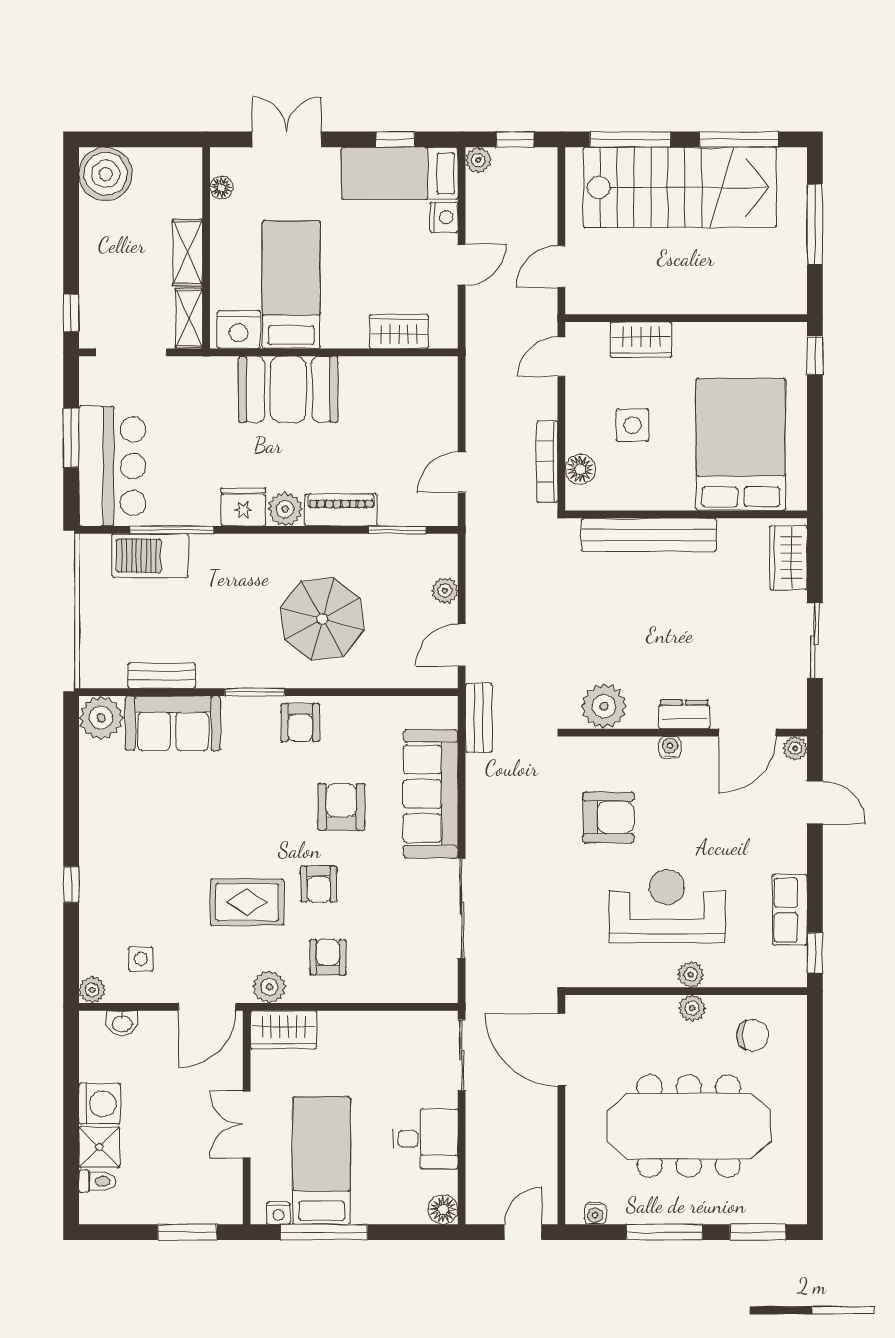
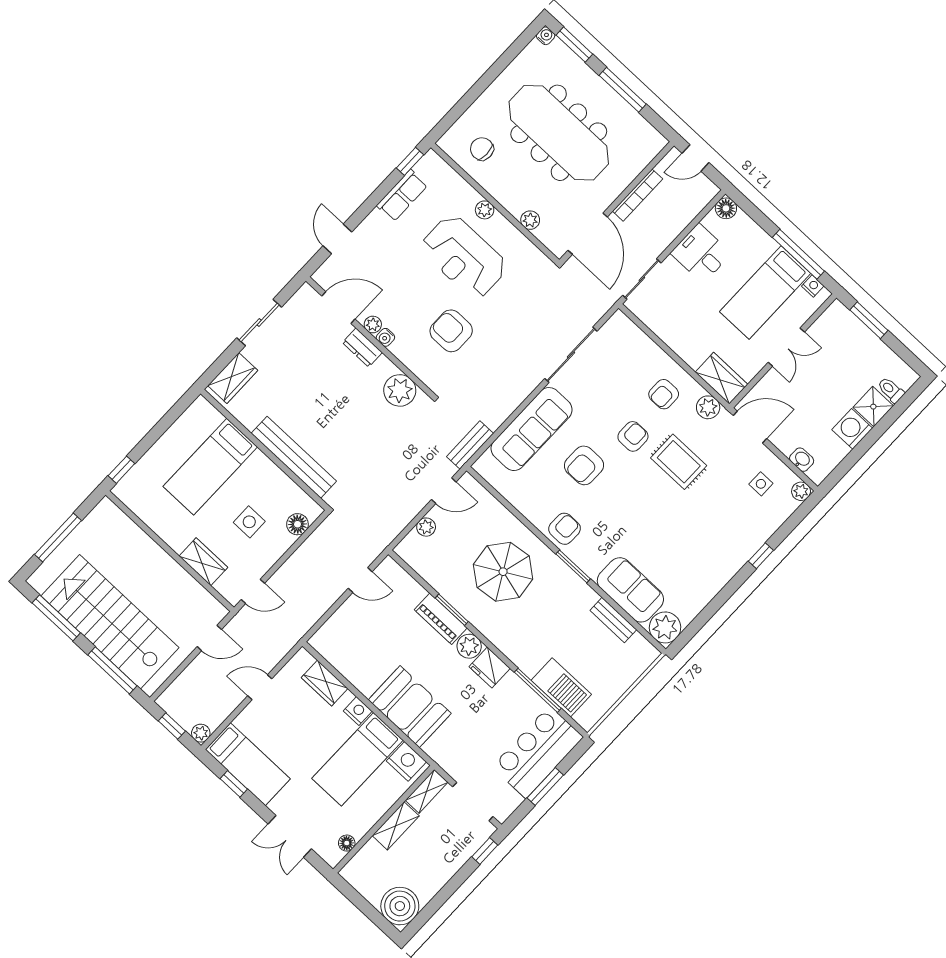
nightstand: (444, 217) -> (358, 711), moved, turned 90
bed: (741, 444) -> (210, 467), width x0.67
bookcase: (547, 462) -> (638, 195), moved
window: (397, 530) -> (452, 610), moved
plant: (795, 748) -> (373, 325), moved
plant: (692, 1008) -> (530, 220), moved
water cooler: (595, 1213) -> (546, 36), moved

